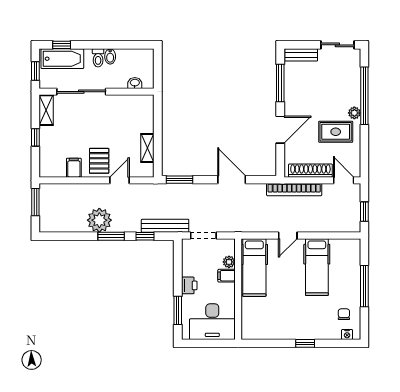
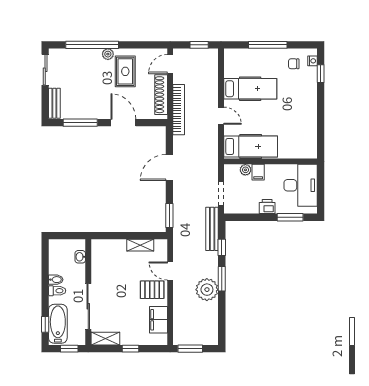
filing cabinet: (74, 168) -> (158, 320), width x2.00
window: (305, 343) -> (321, 74), moved

